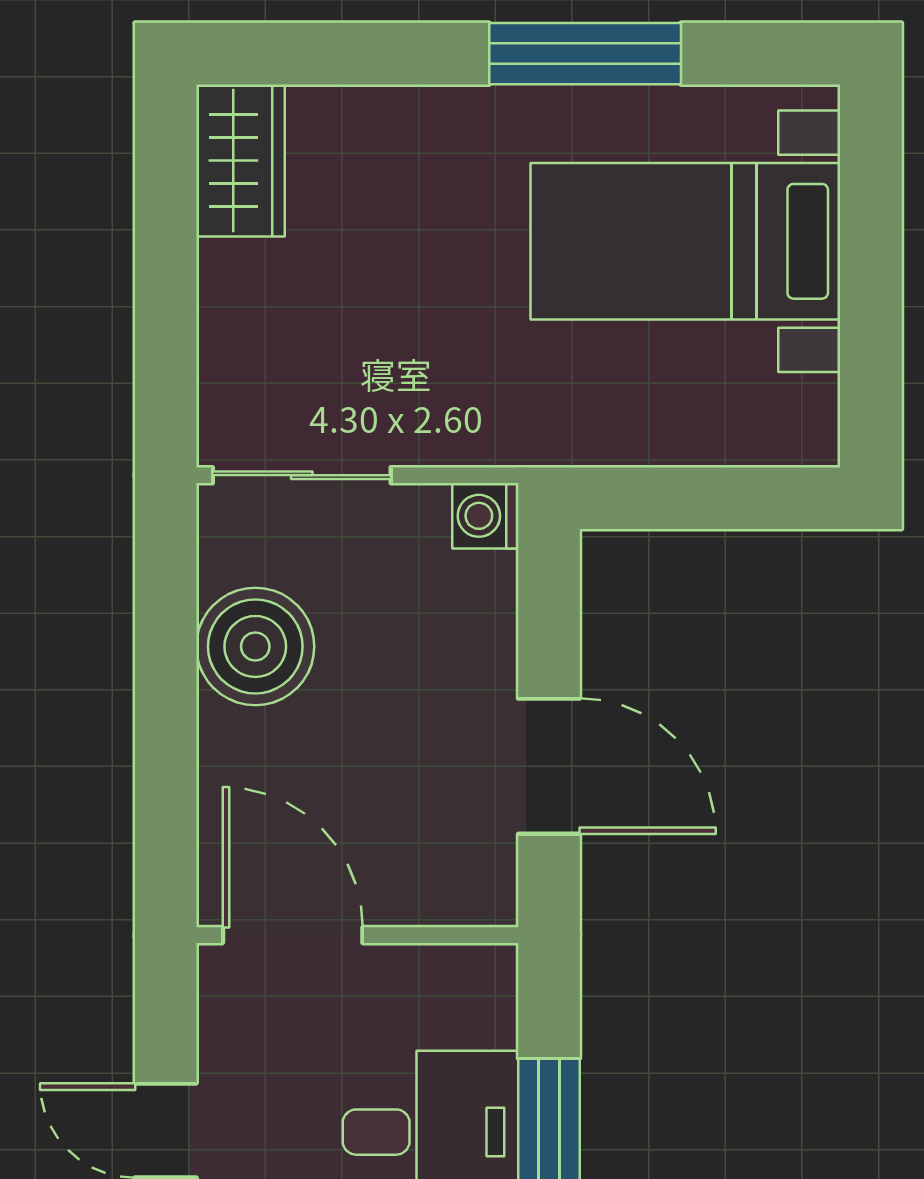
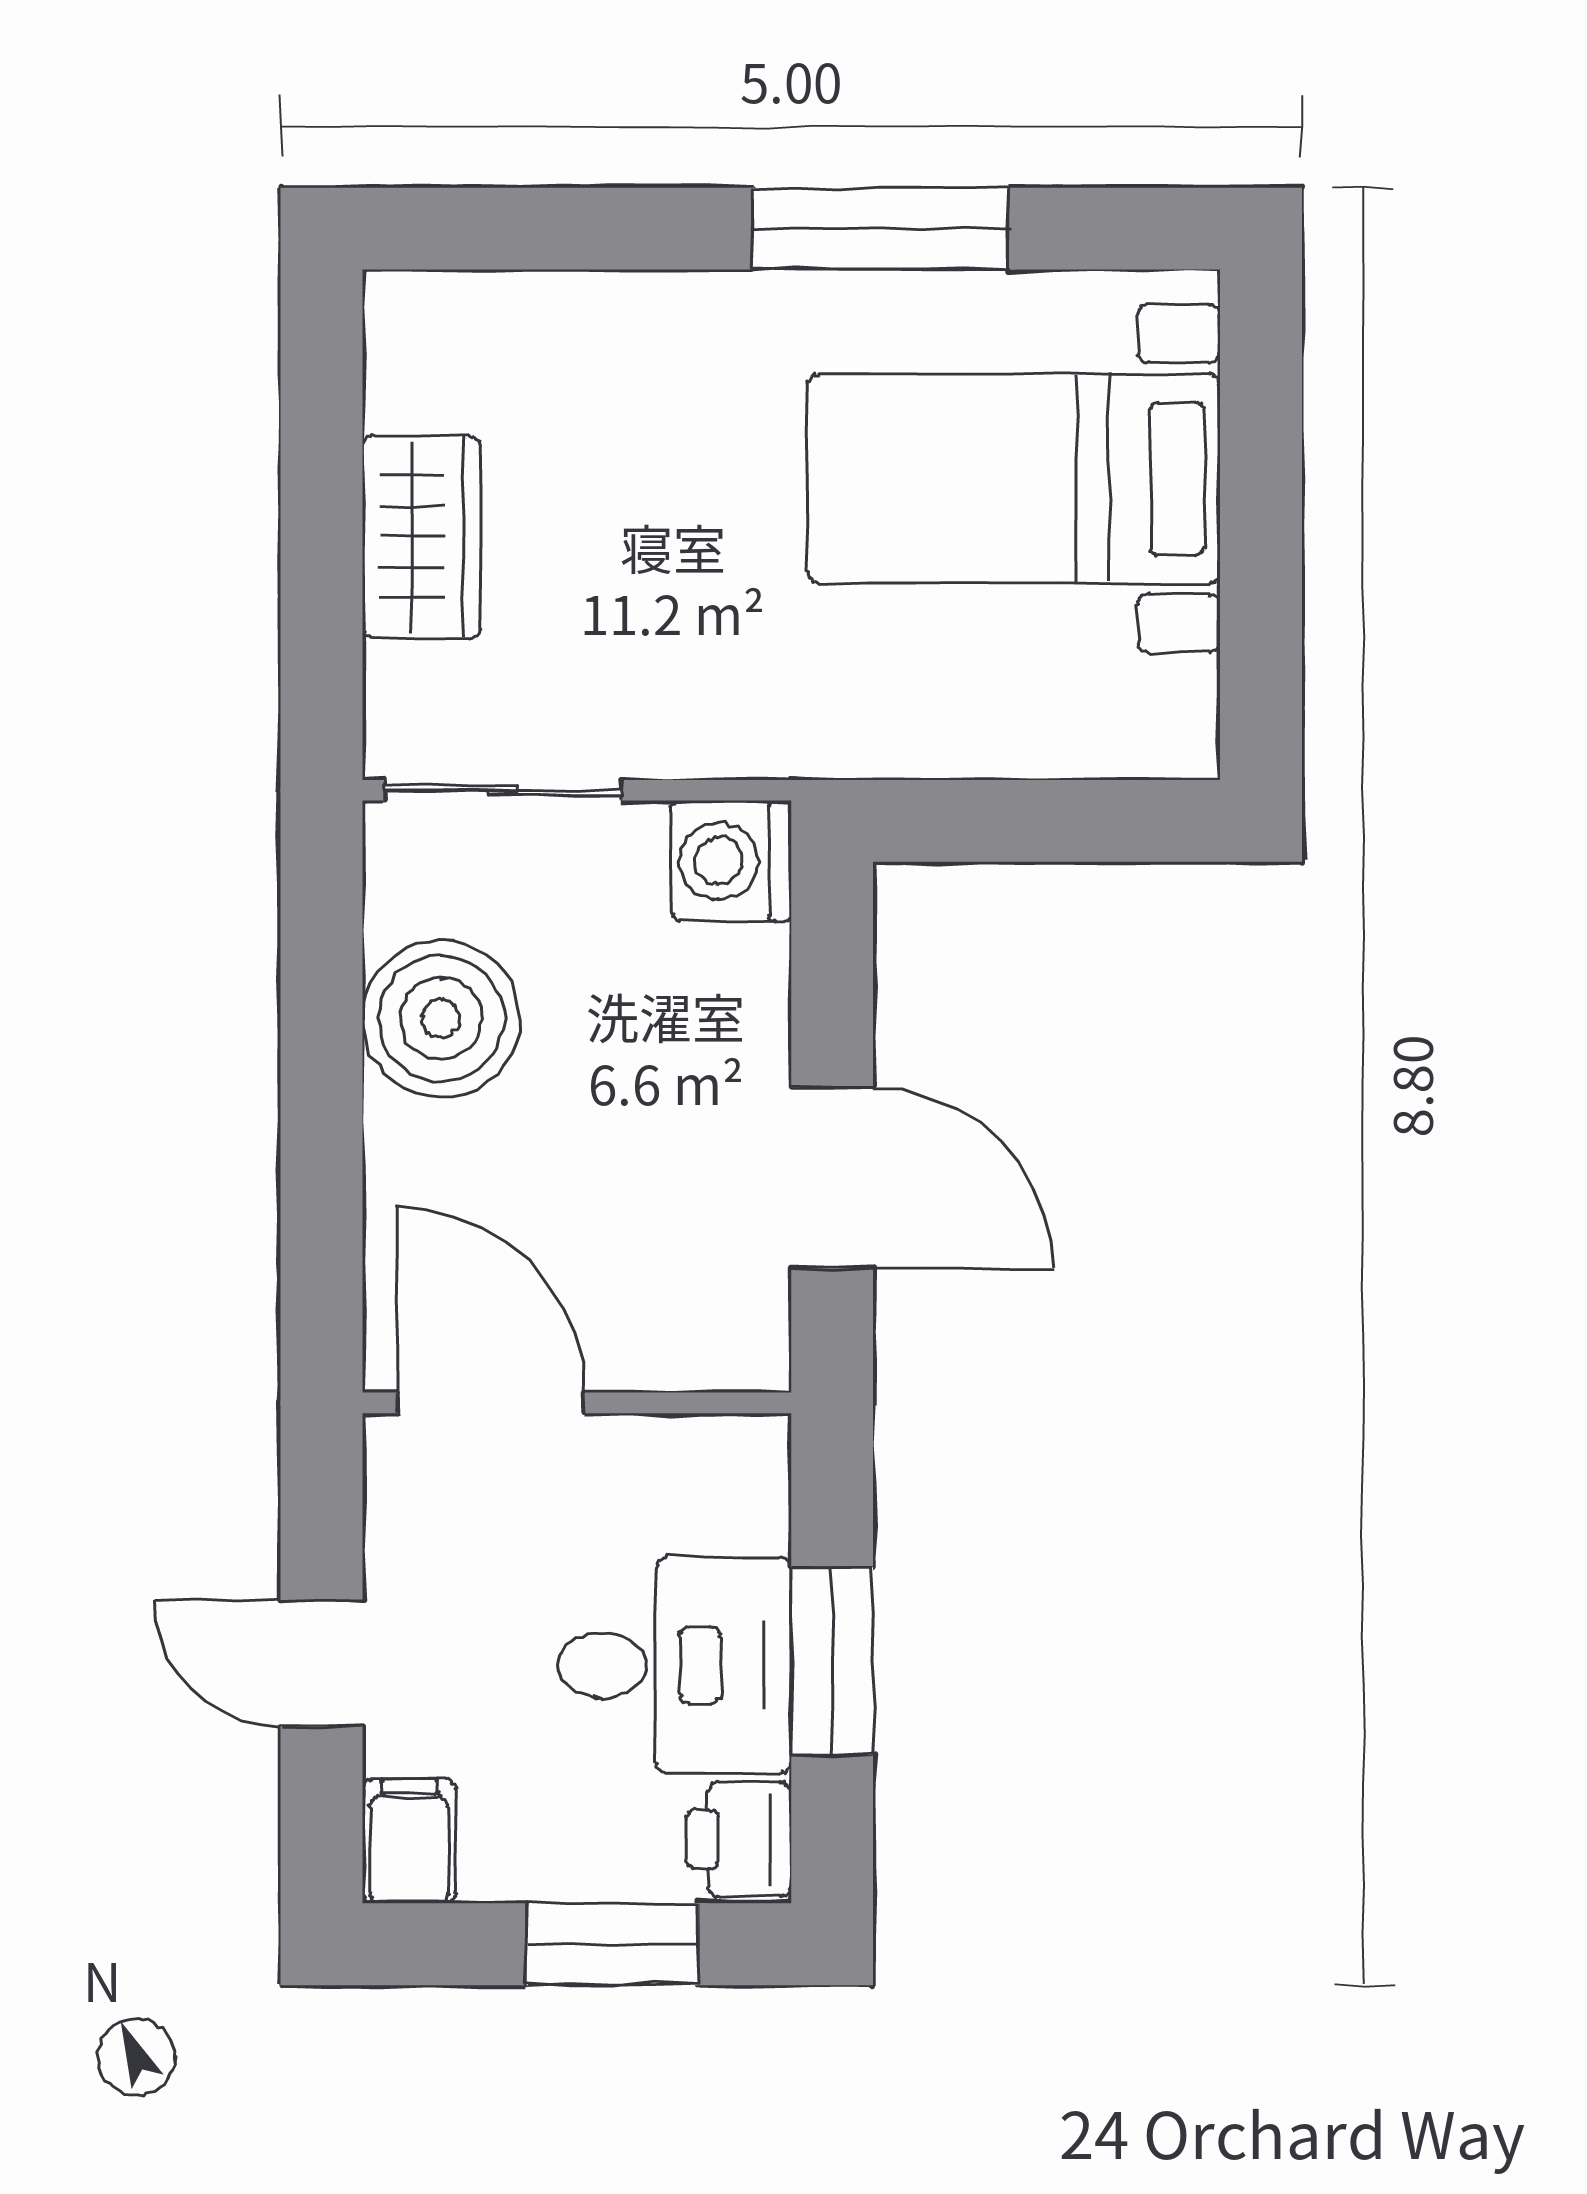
wardrobe: (241, 160) -> (421, 537), moved
washing machine: (485, 516) -> (731, 861), width x1.38, depth x1.38

